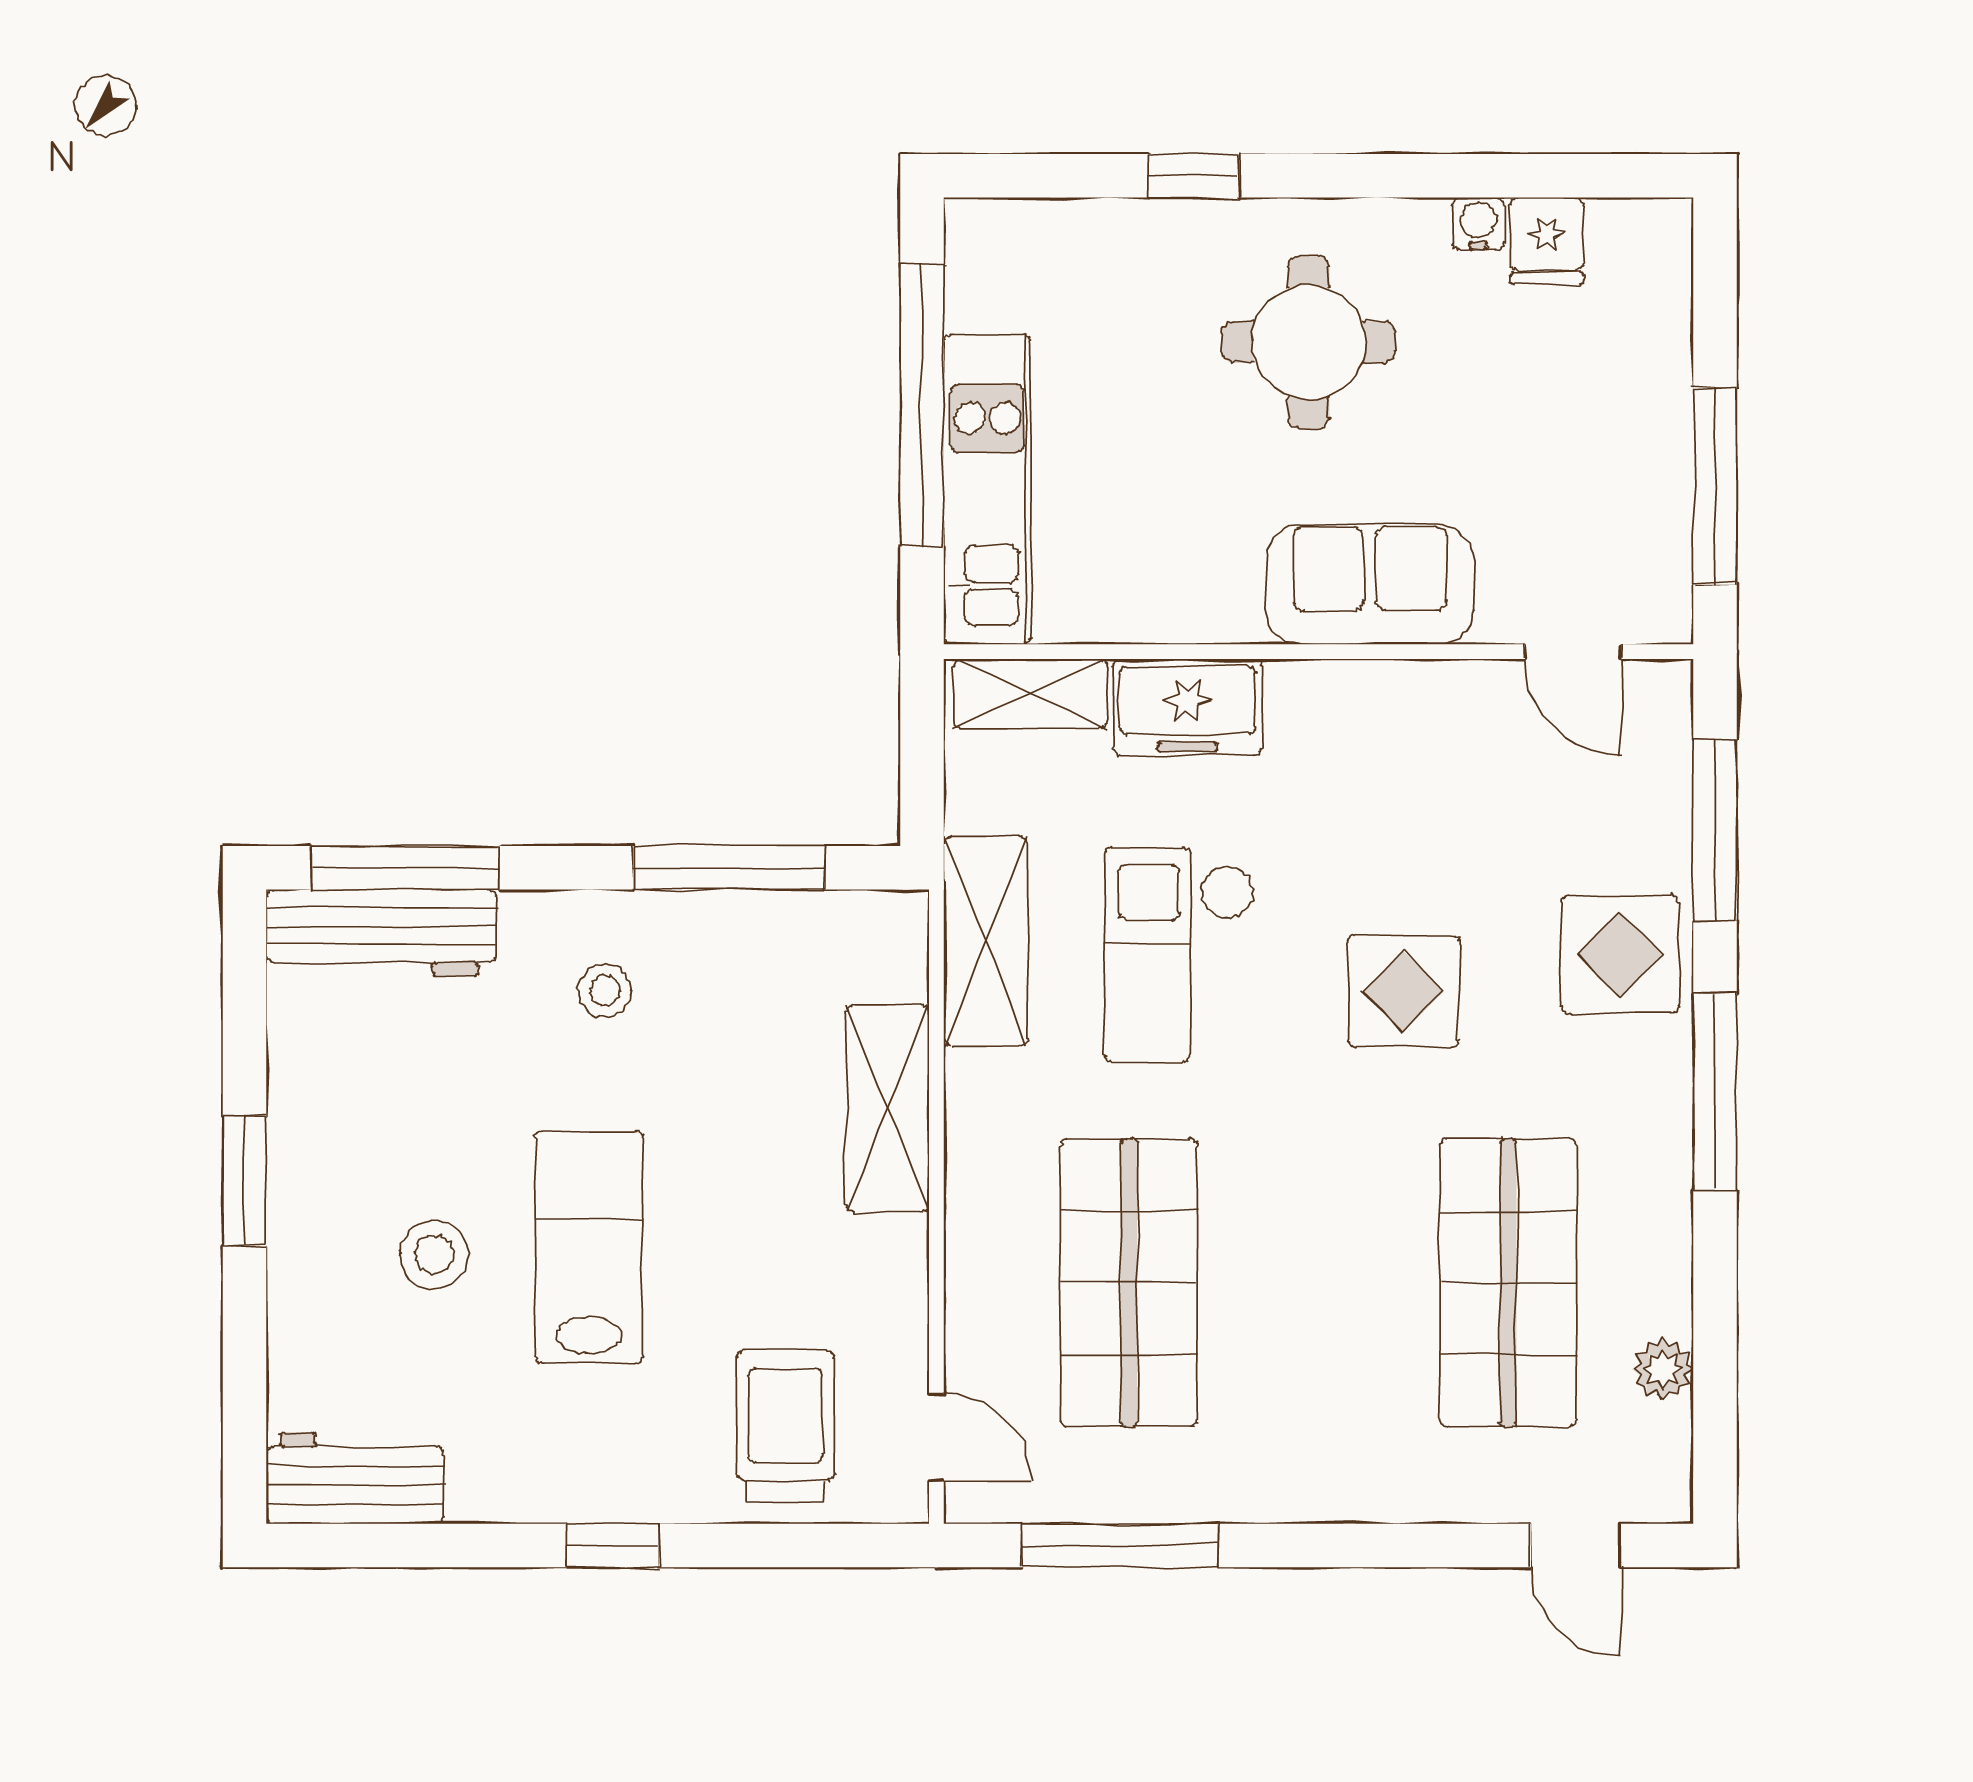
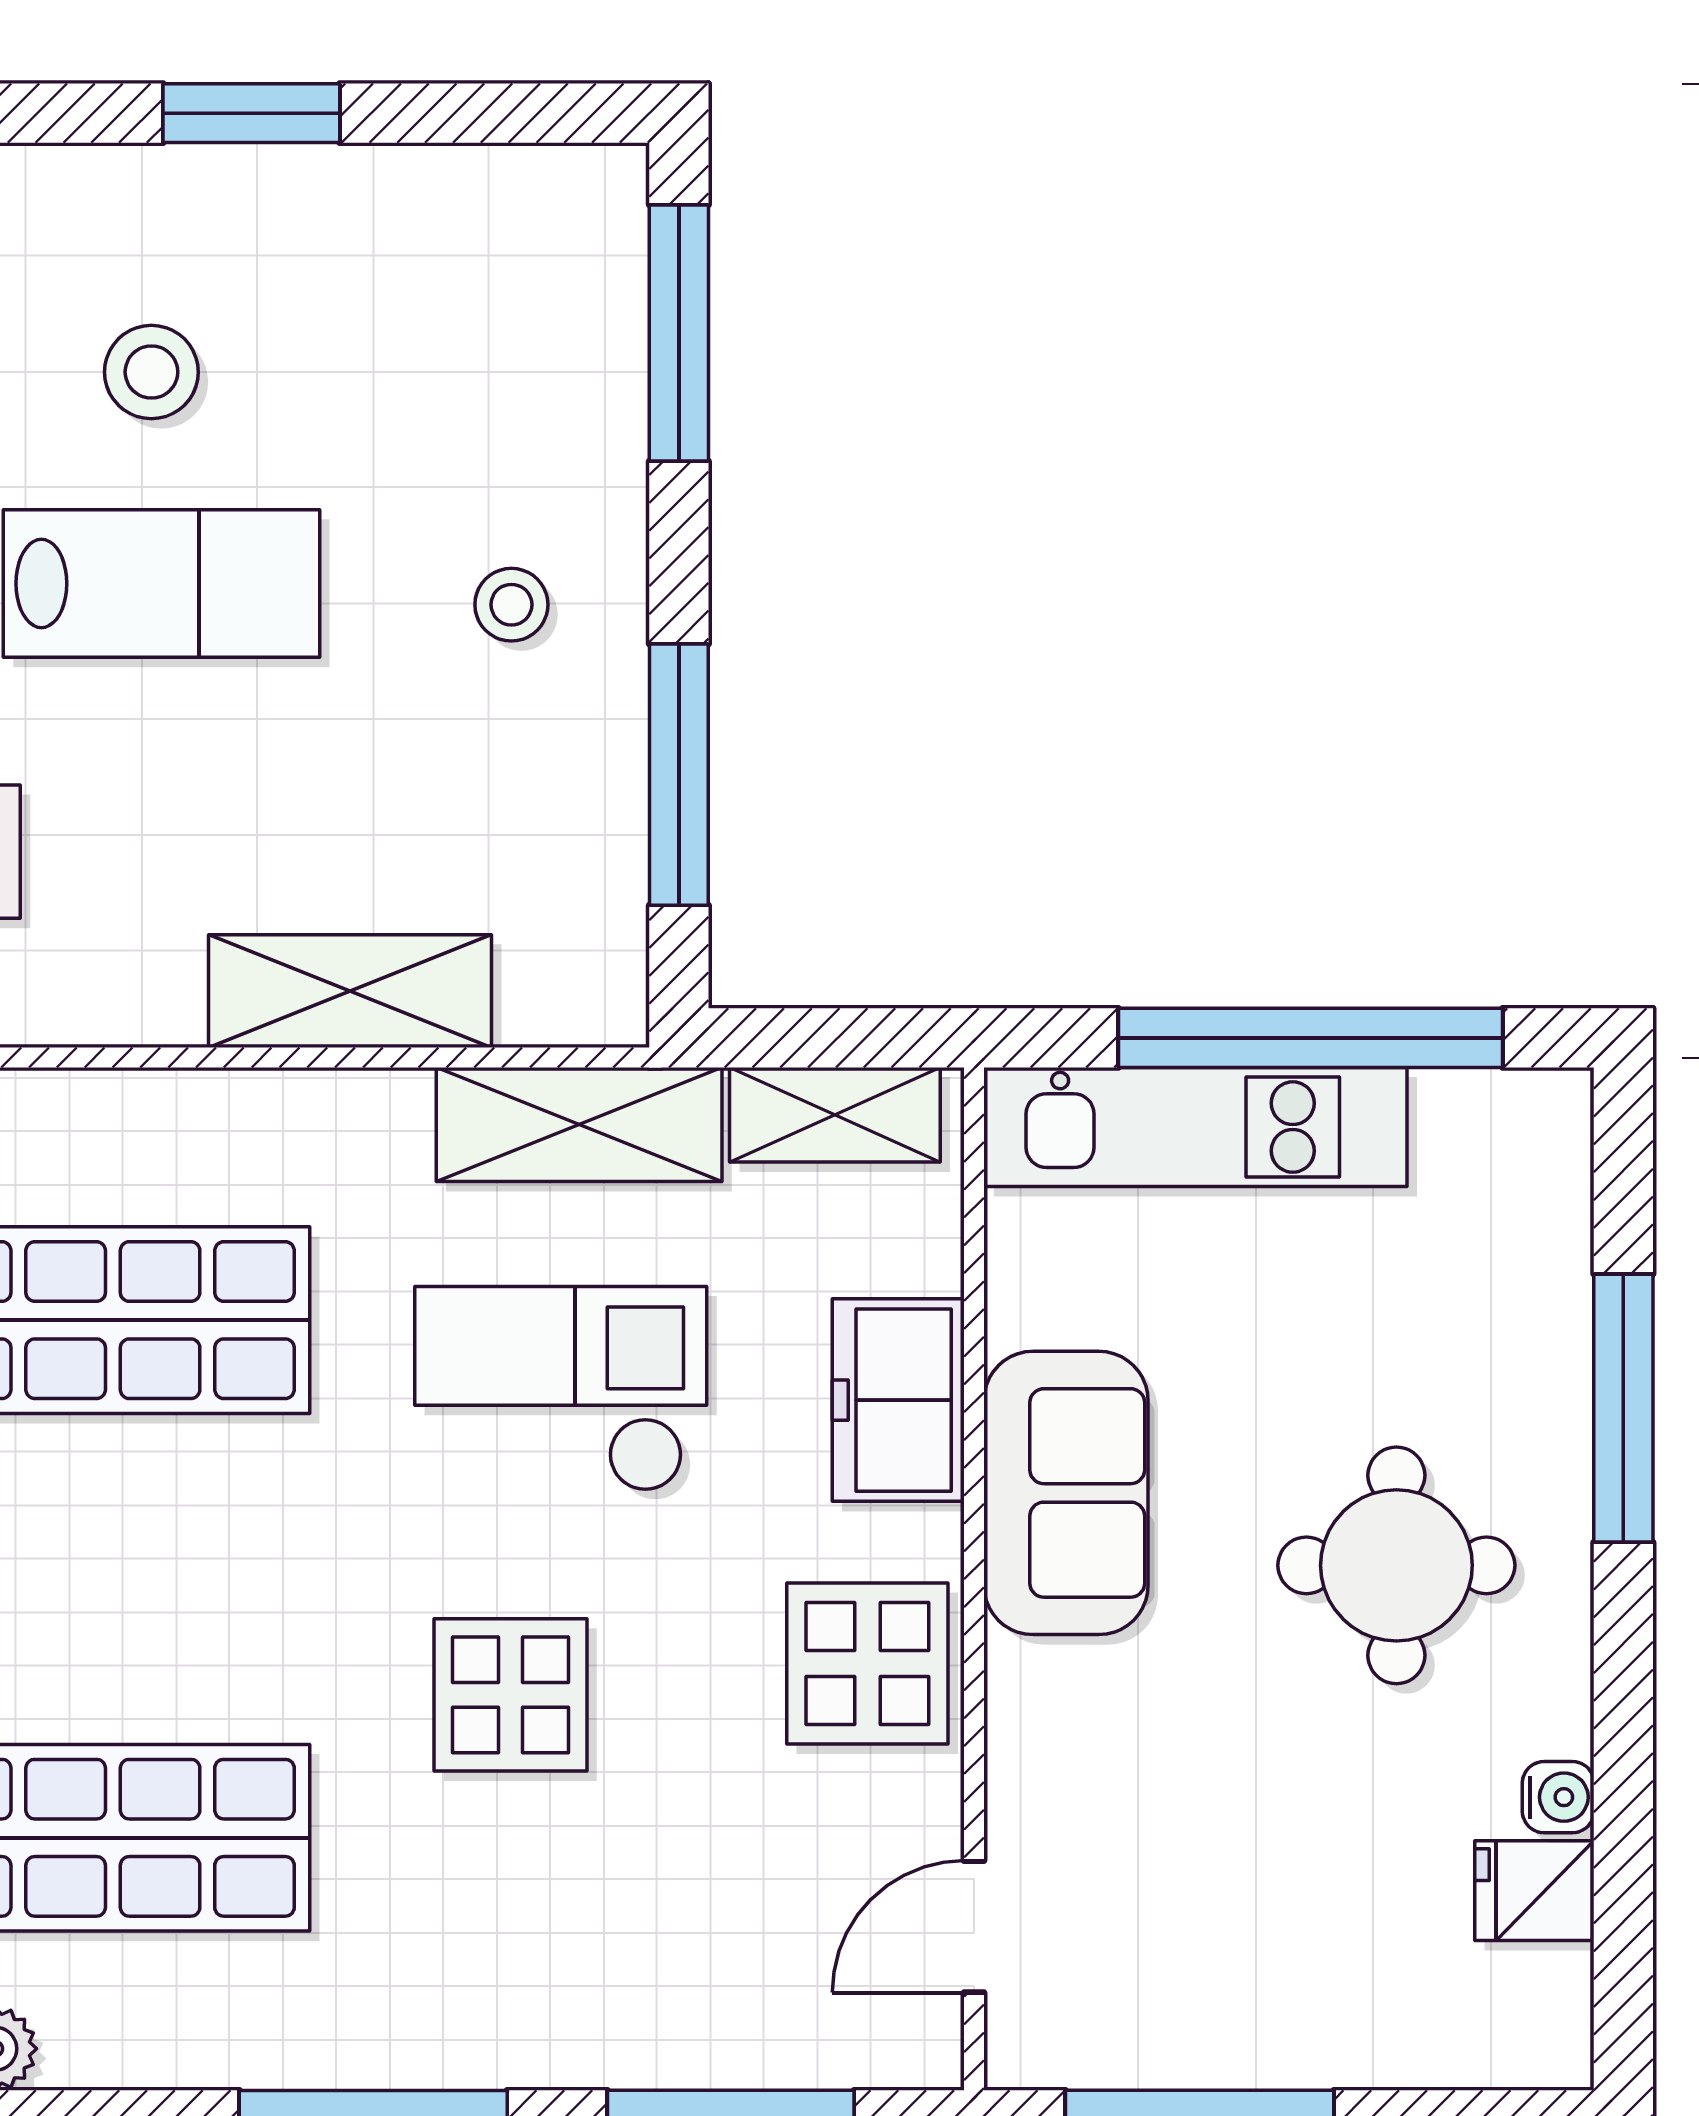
window: (1193, 176) -> (1623, 1408), width x2.17
sofa: (1370, 584) -> (1066, 1493), moved
shelving: (1030, 693) -> (835, 1115), moved, turned 90
workbench: (381, 933) -> (590, 300), removed
display table: (1620, 954) -> (867, 1663), moved

